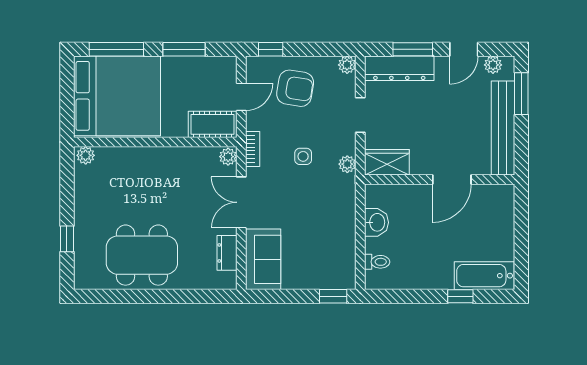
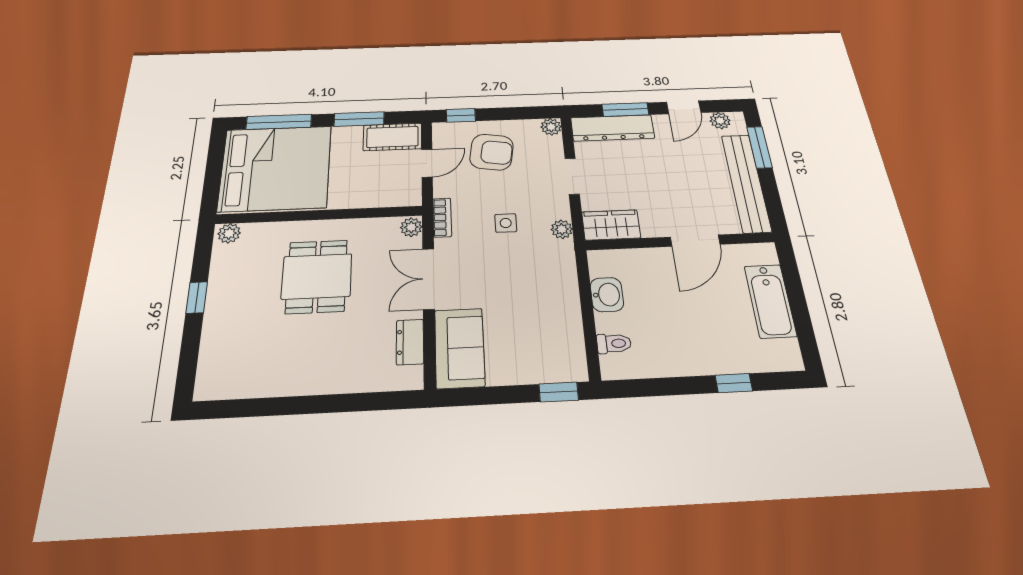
cot: (213, 124) -> (392, 137), moved
window: (67, 239) -> (197, 298), moved
dining table: (142, 255) -> (317, 276), moved, width x0.73
bathtub: (484, 276) -> (770, 301), moved, turned -90

